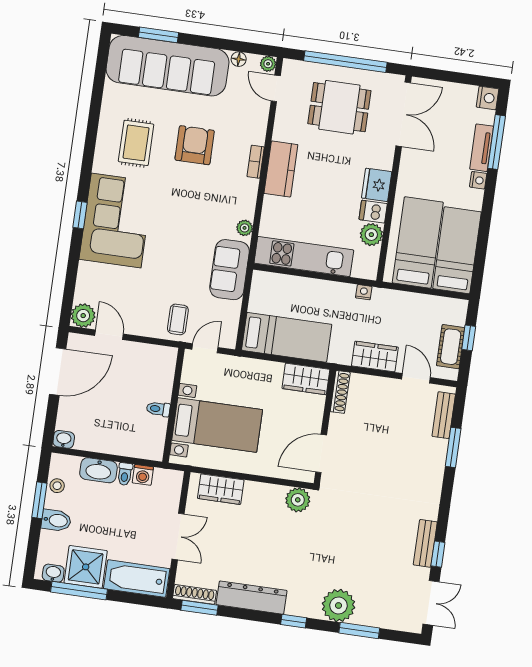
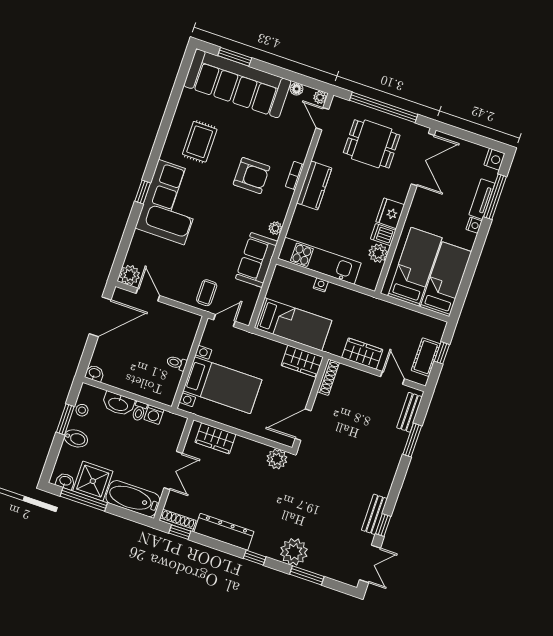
armchair: (195, 145) -> (252, 176), moved, turned 90
nightstand: (364, 292) -> (321, 285), moved
window: (199, 608) -> (180, 532), width x0.67

